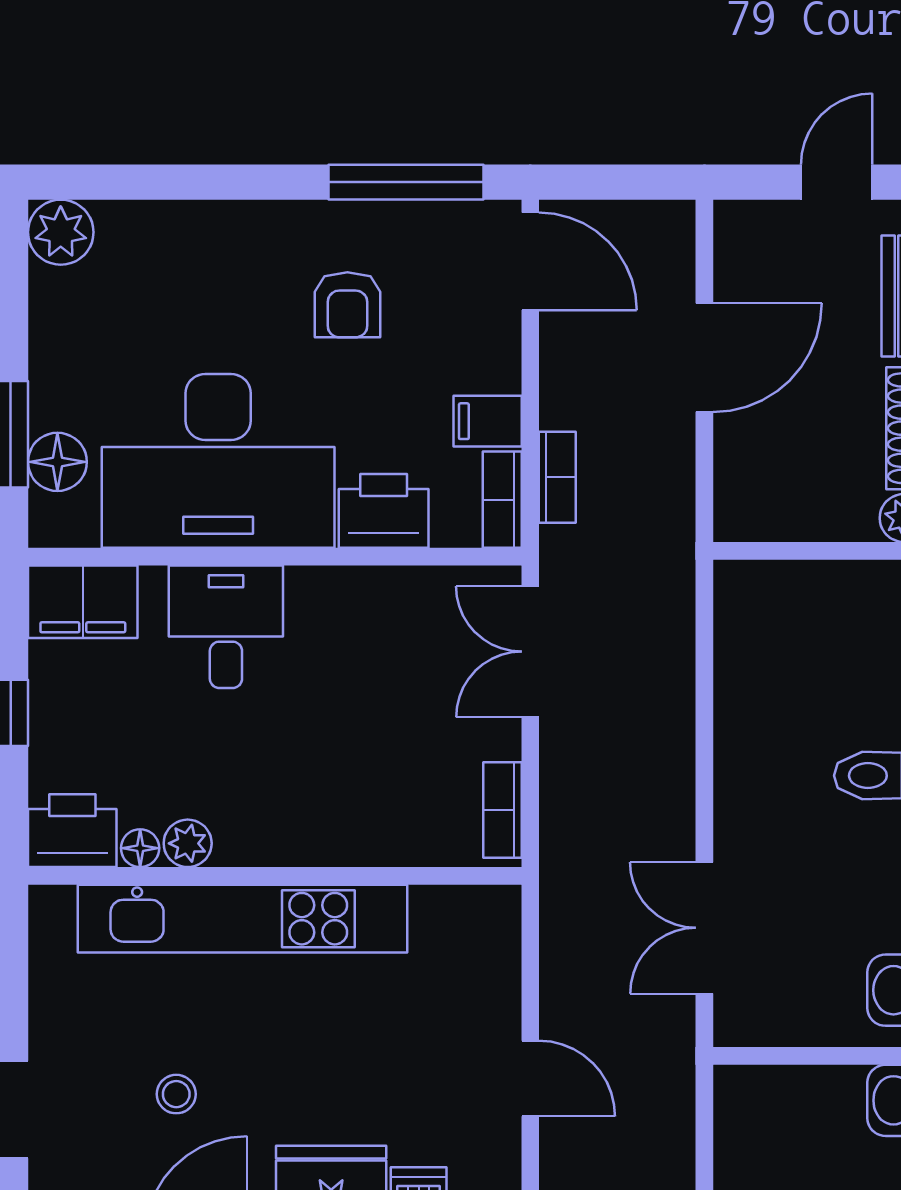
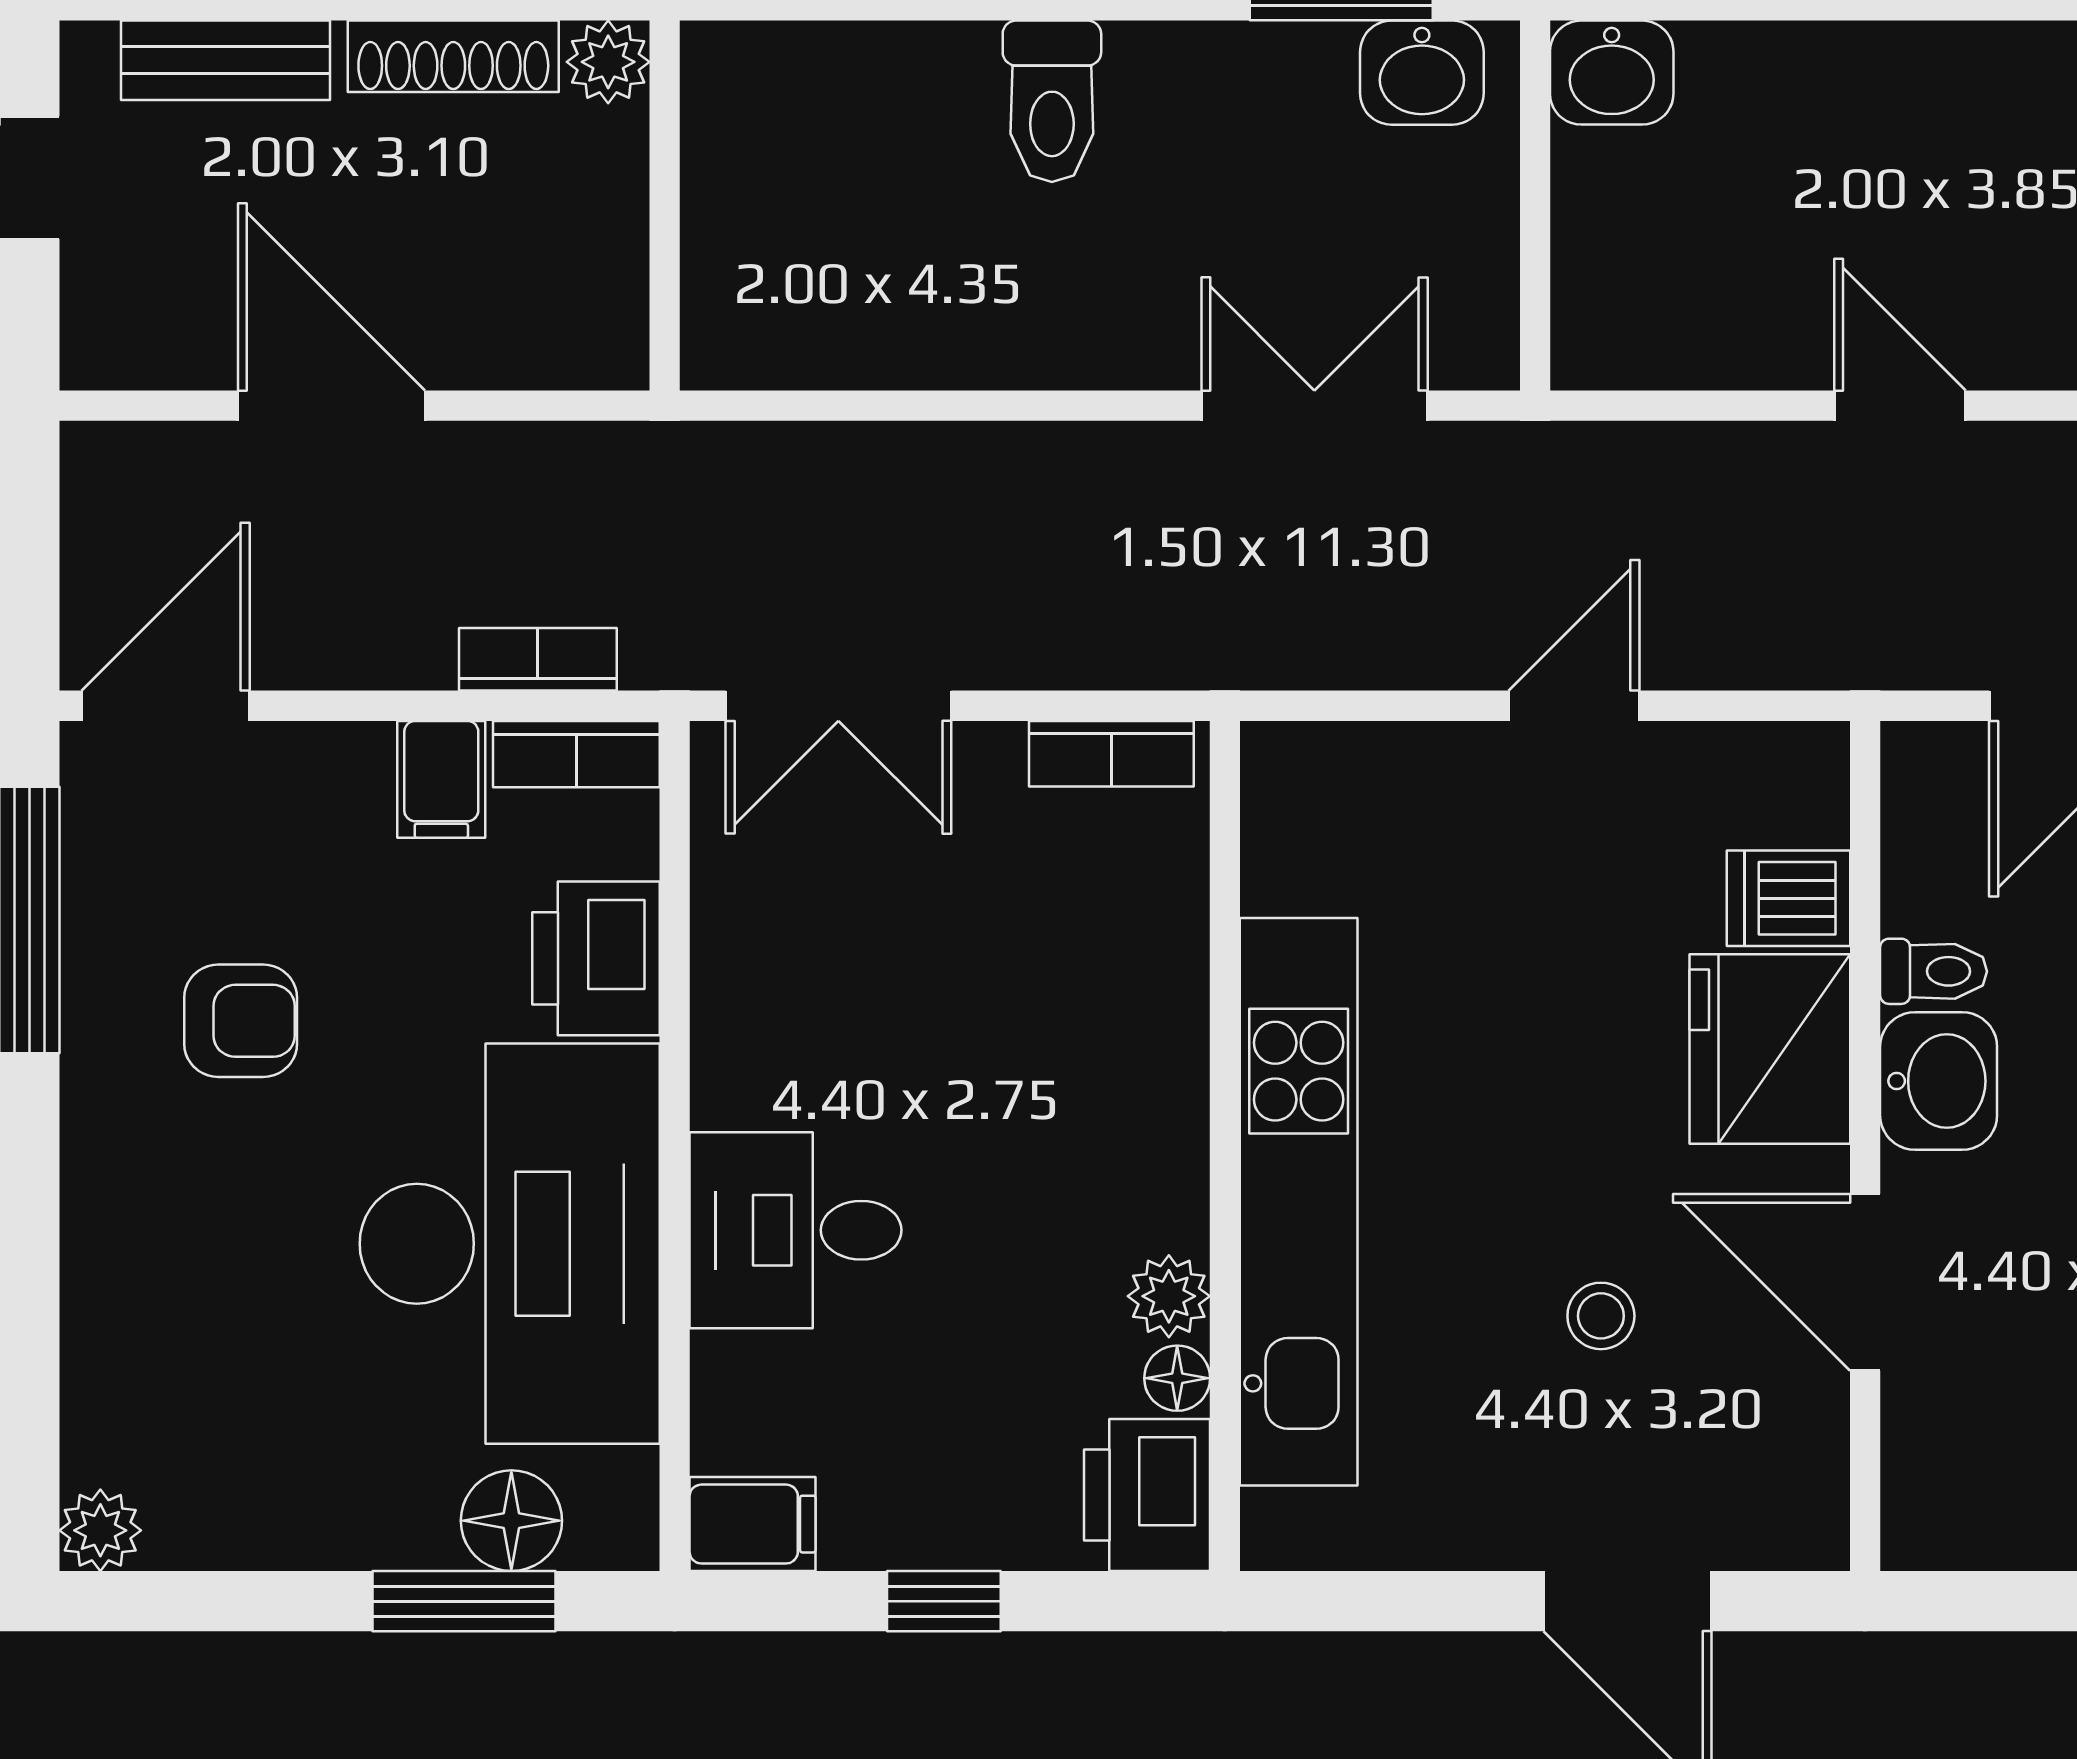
plant: (61, 232) -> (100, 1530), width x0.73, depth x0.73
filing cabinet: (83, 602) -> (752, 1524), width x0.50
double door: (704, 928) -> (1314, 406), swing flipped

